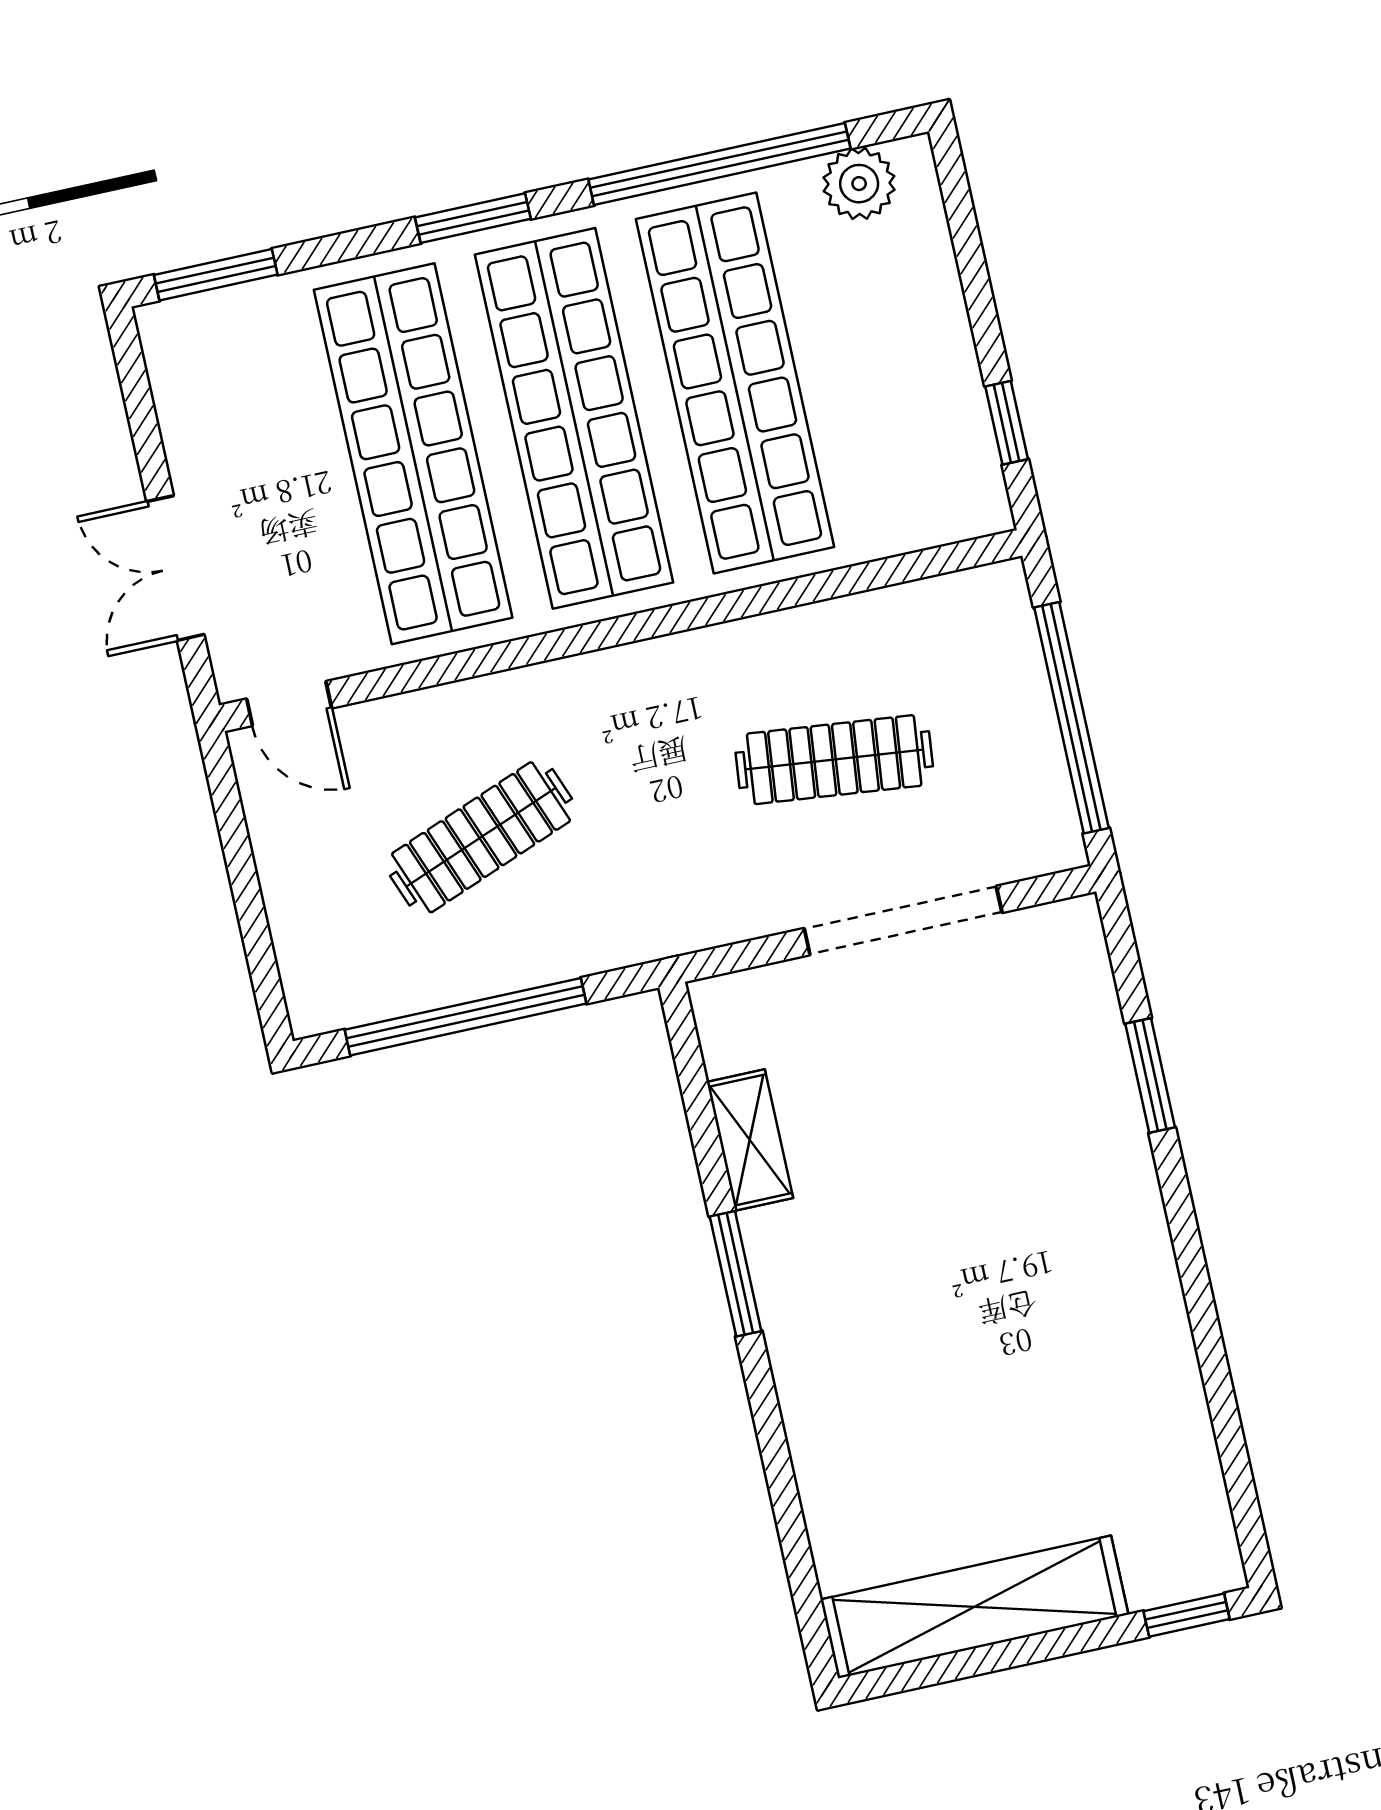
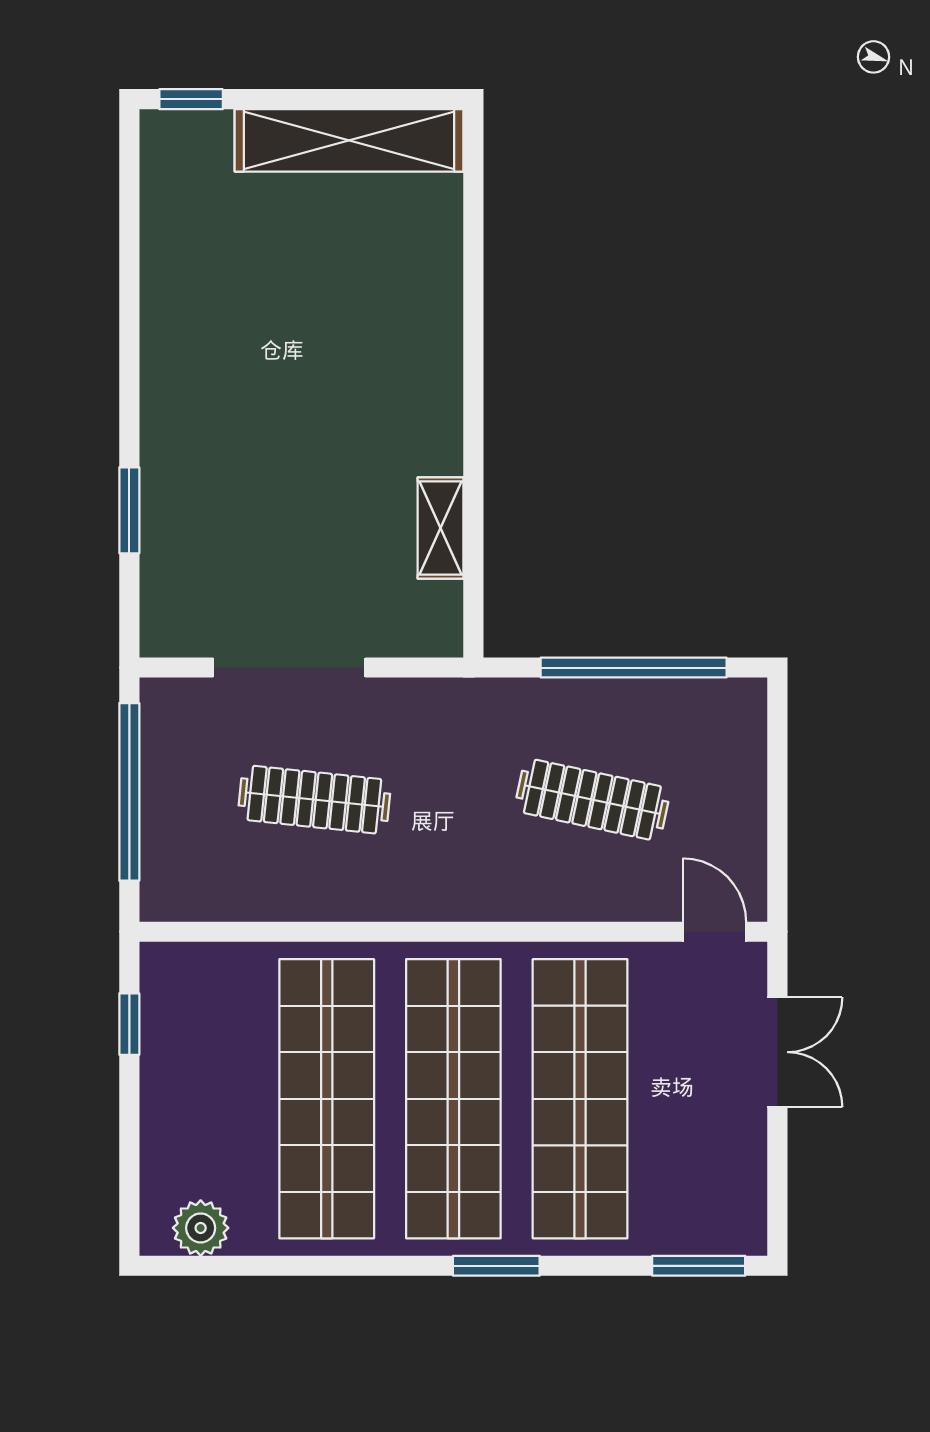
window: (719, 164) -> (302, 1266), removed
clothes rail: (481, 837) -> (592, 800), turned 33
window: (736, 1274) -> (473, 430), removed

